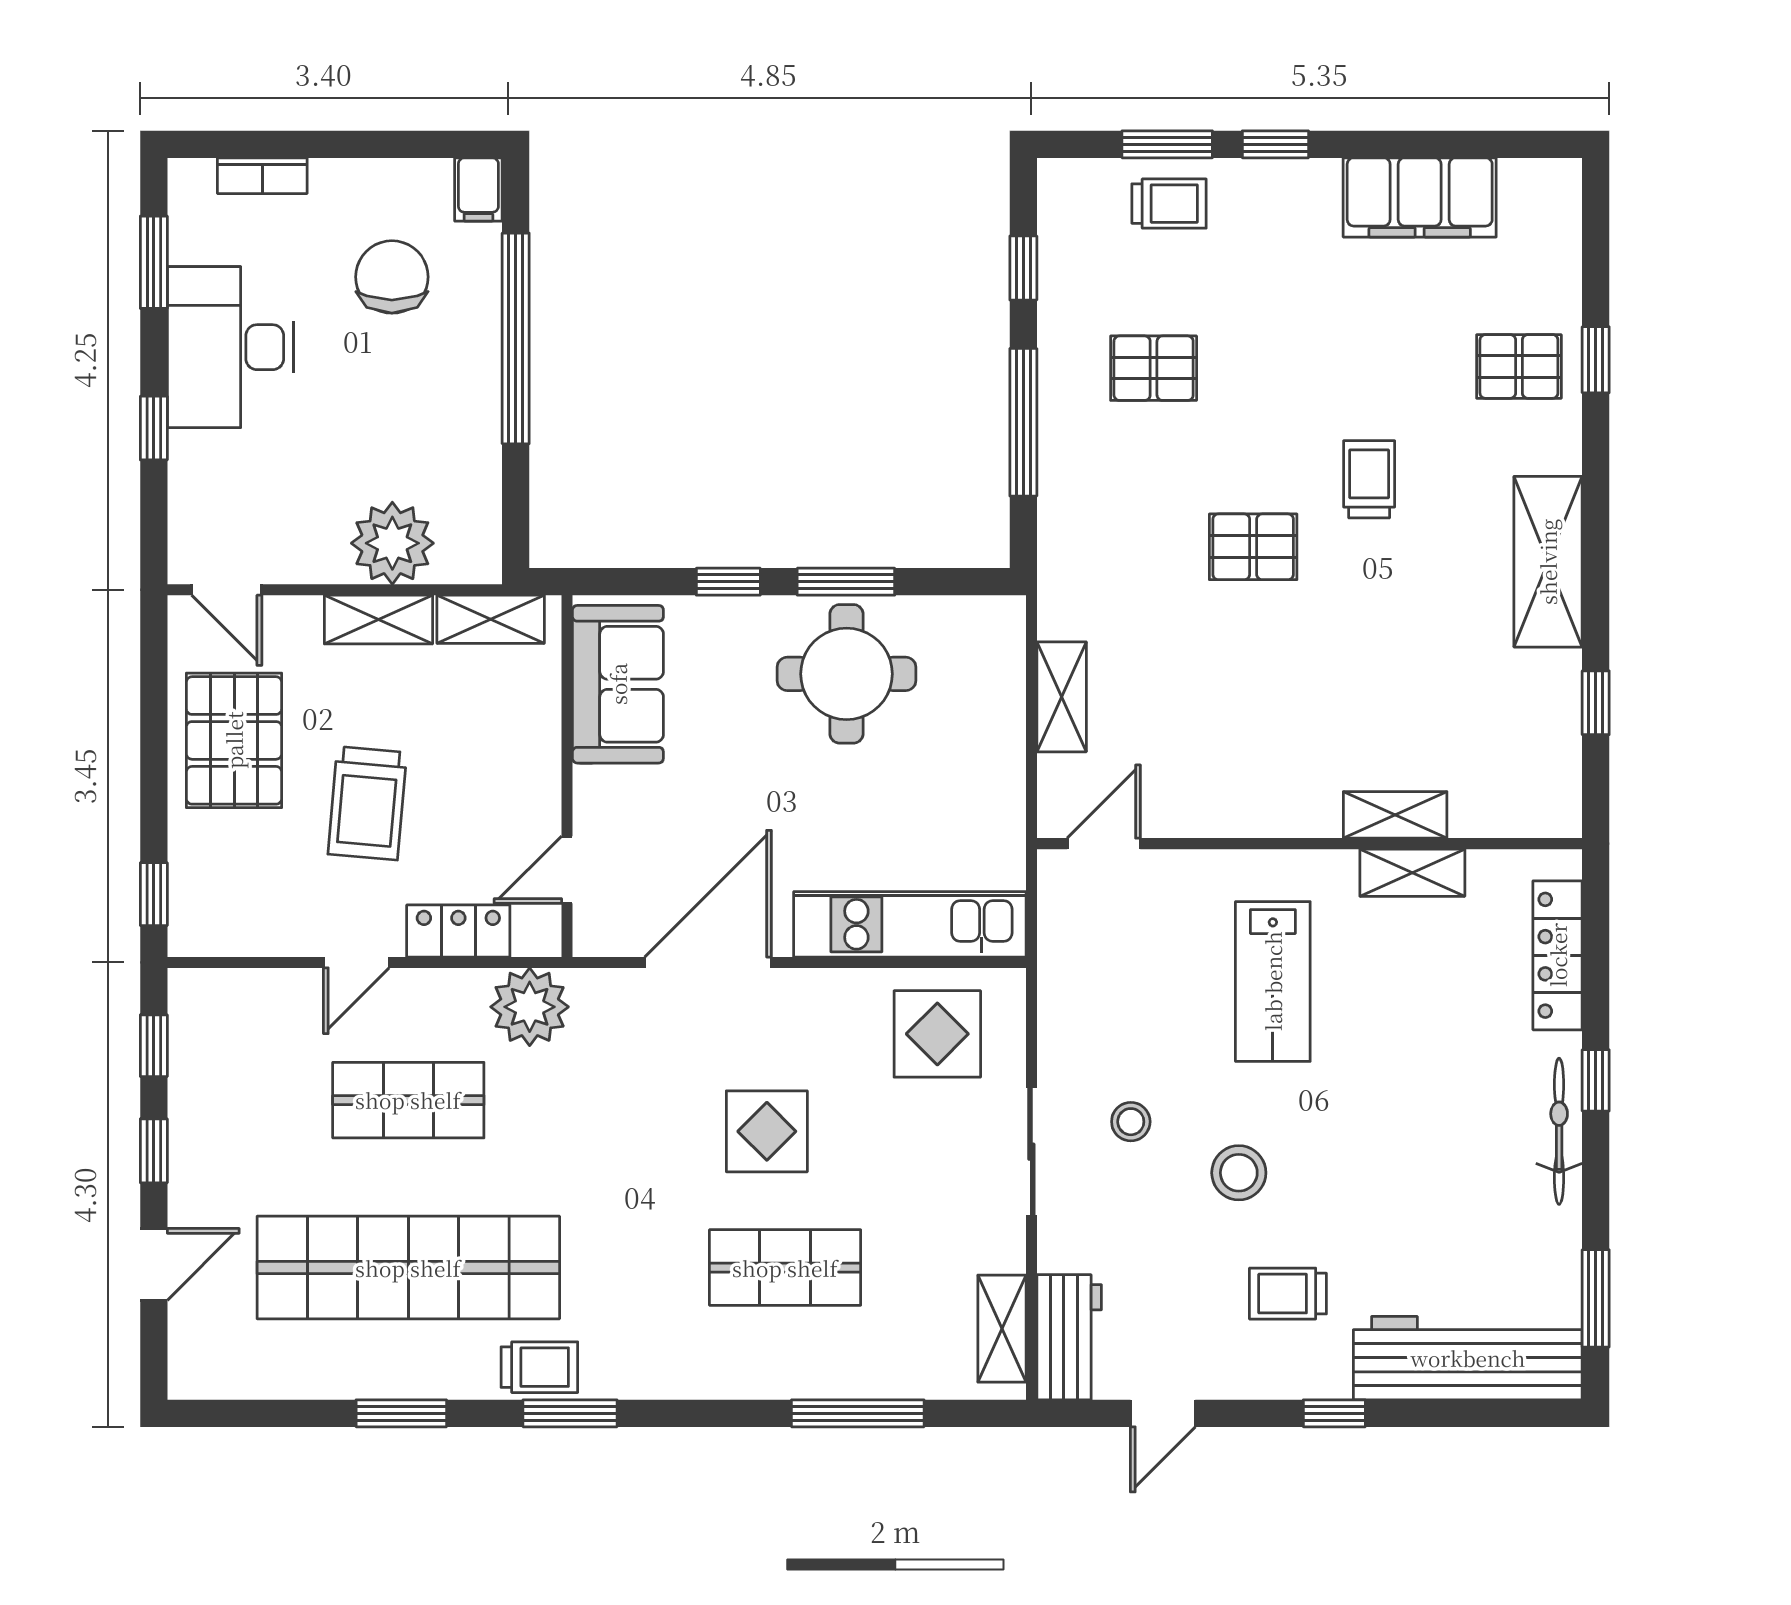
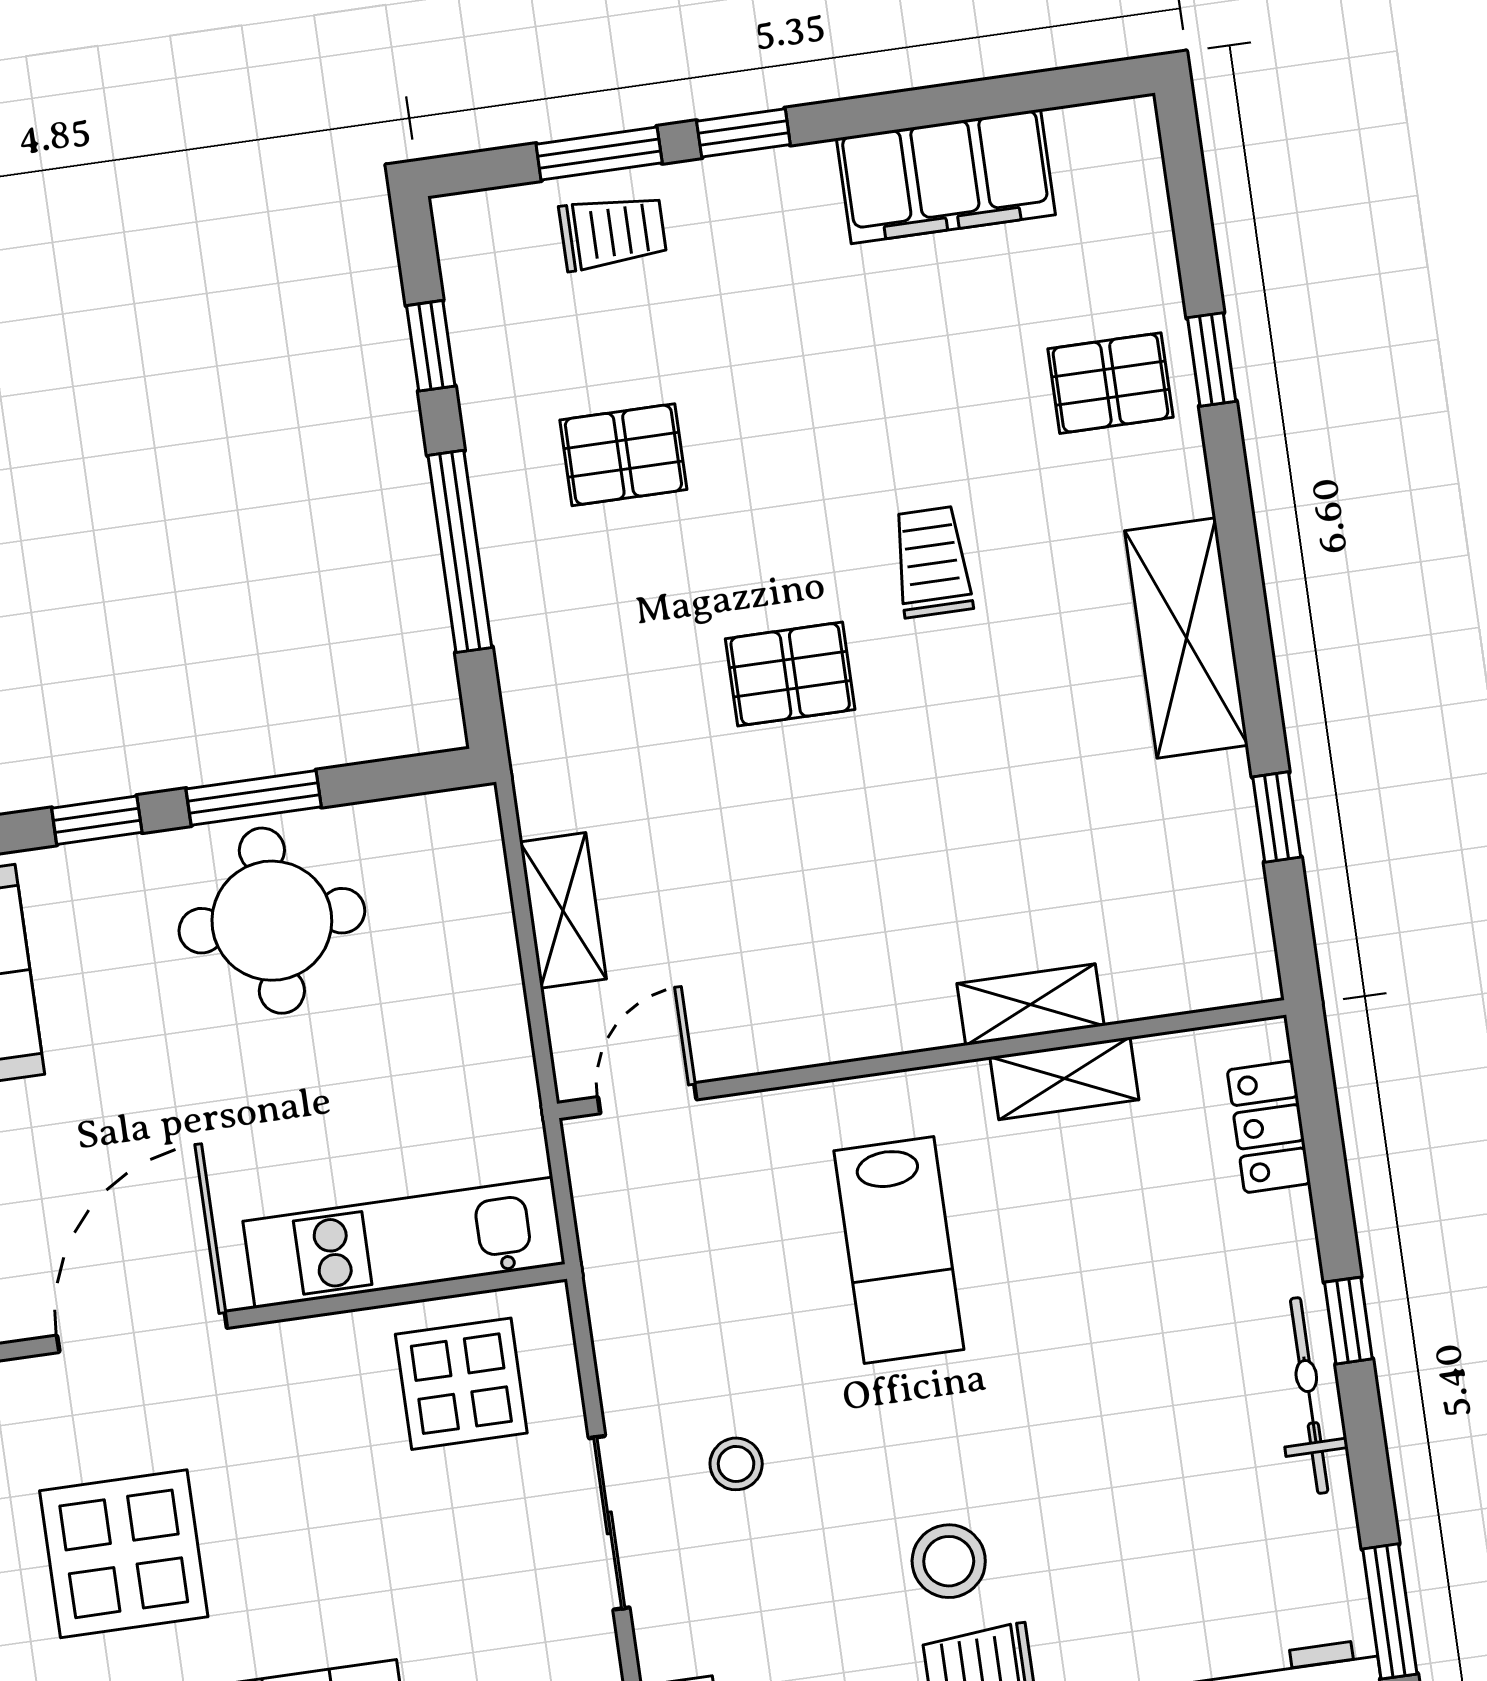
locker: (1558, 955) -> (1269, 1127), width x0.66
display table: (767, 1131) -> (124, 1554), moved, width x1.36, depth x1.36
stool: (1239, 1173) -> (949, 1561), moved

